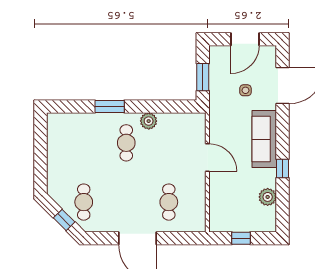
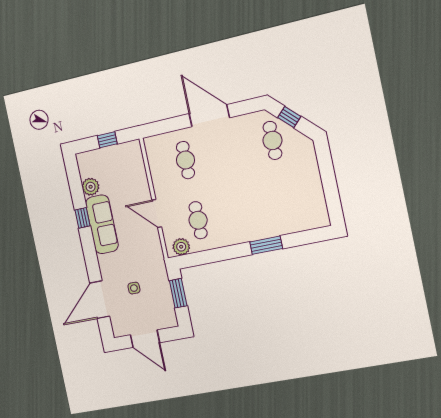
door: (245, 39) -> (145, 339), swing flipped
plant: (149, 121) -> (181, 247), moved
sofa: (264, 139) -> (102, 224), moved
cafe table: (126, 143) -> (198, 220), moved

